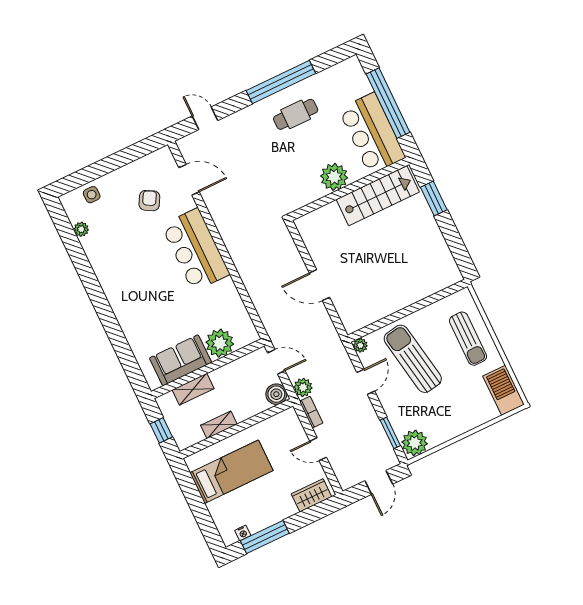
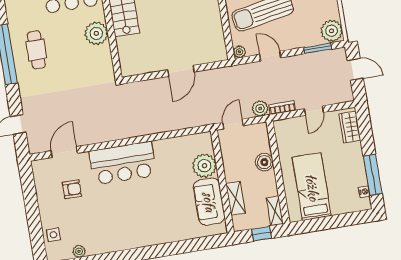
armchair: (149, 201) -> (72, 189), turned 151
boiler: (276, 394) -> (264, 162), moved
shelving: (219, 425) -> (275, 211), moved

